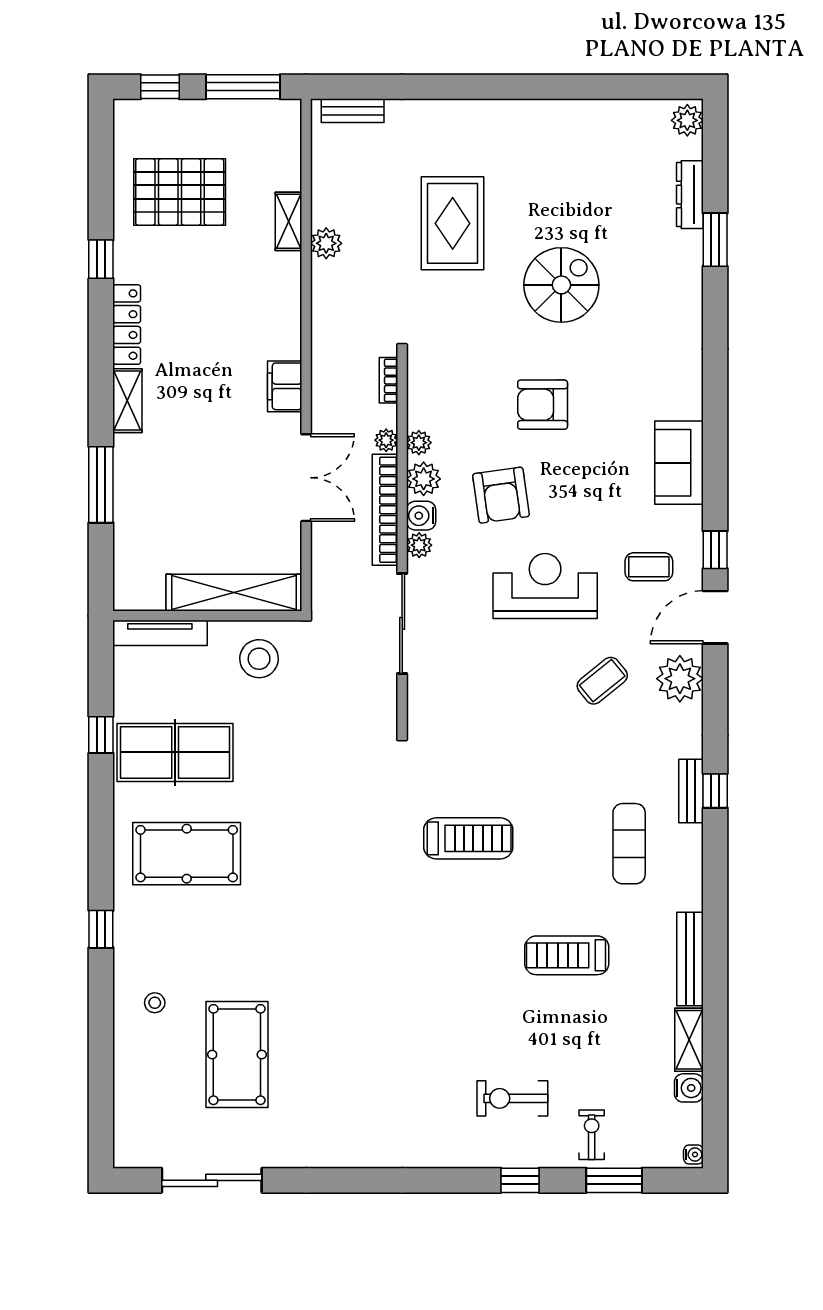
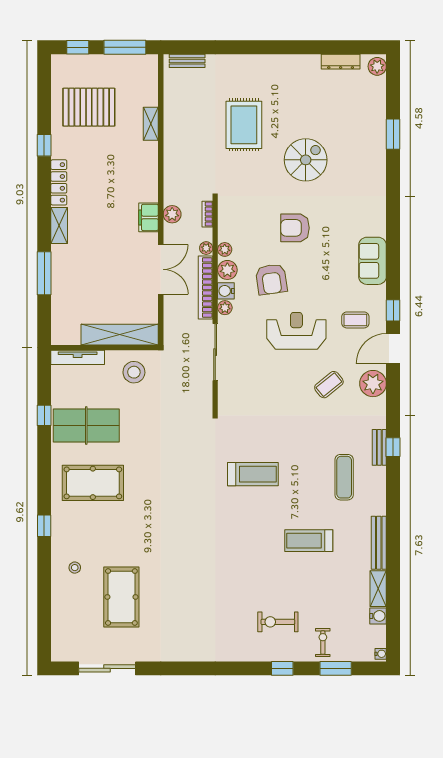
dresser: (690, 195) -> (341, 62), moved, turned -90
plant: (326, 243) -> (172, 214), moved

